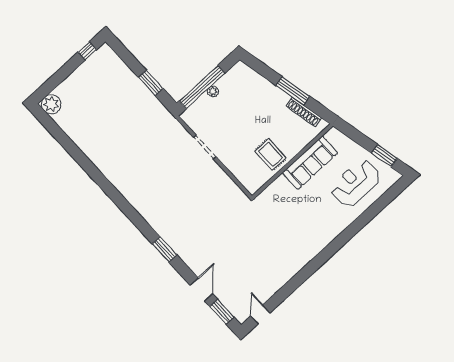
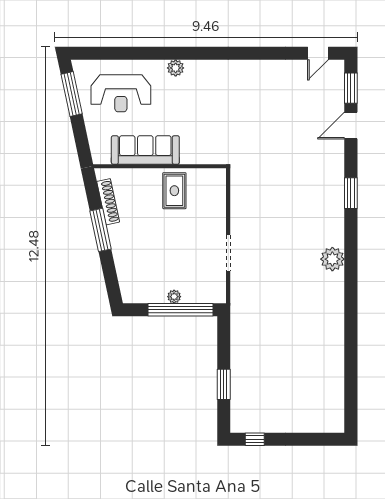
window: (151, 83) -> (224, 384), moved
plant: (51, 104) -> (332, 259), moved
window: (384, 156) -> (72, 94), width x1.44
plant: (337, 228) -> (176, 68), added

